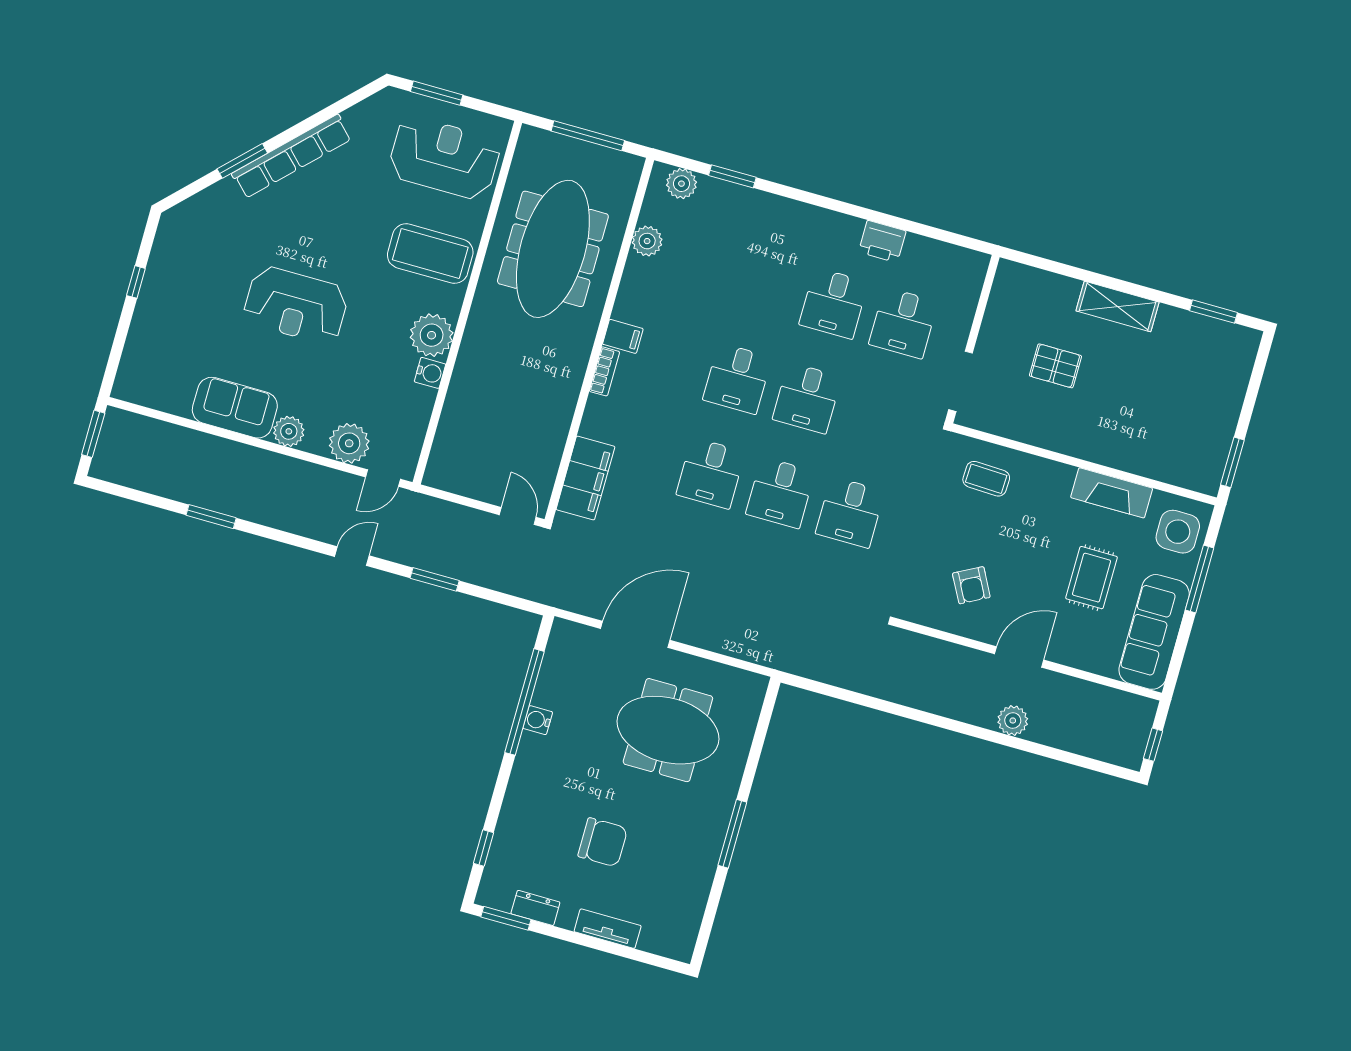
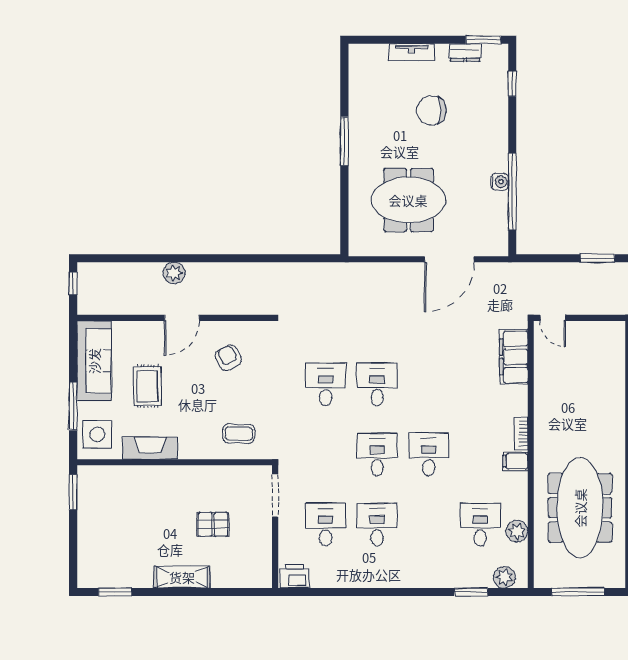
printer: (882, 242) -> (295, 576), moved
desk: (711, 473) -> (480, 524), moved

